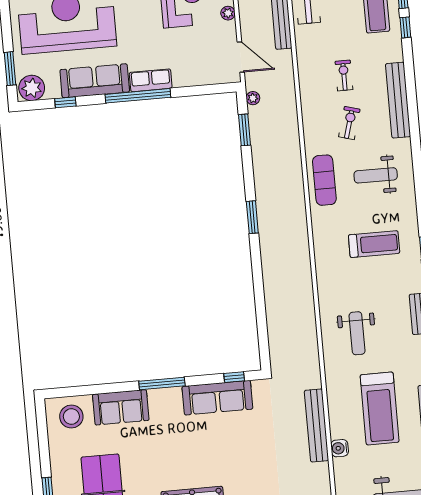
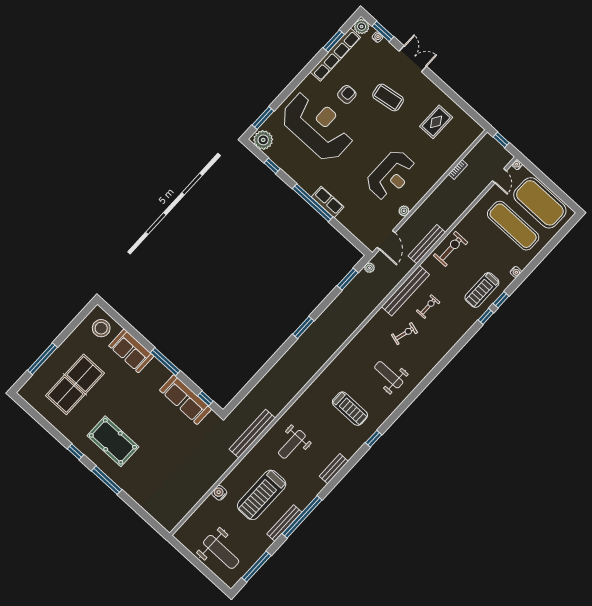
sofa: (95, 81) -> (299, 171), removed
bench: (398, 100) -> (405, 291), moved
exercise mat: (324, 180) -> (360, 349), removed
bench: (316, 425) -> (252, 434), moved

